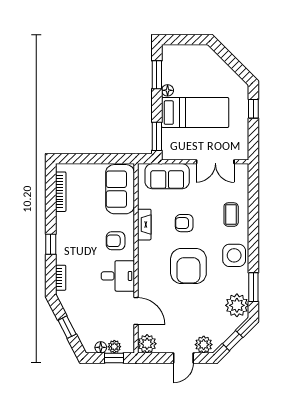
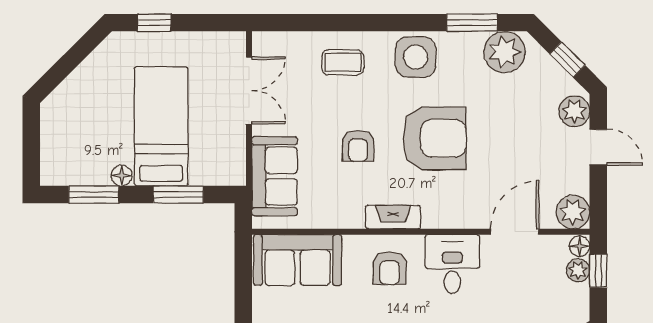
window: (157, 136) -> (178, 194), moved
fireplace: (144, 225) -> (393, 217), moved
floor lamp: (101, 347) -> (579, 246), moved

